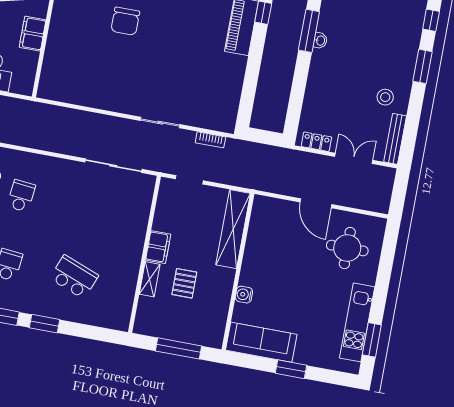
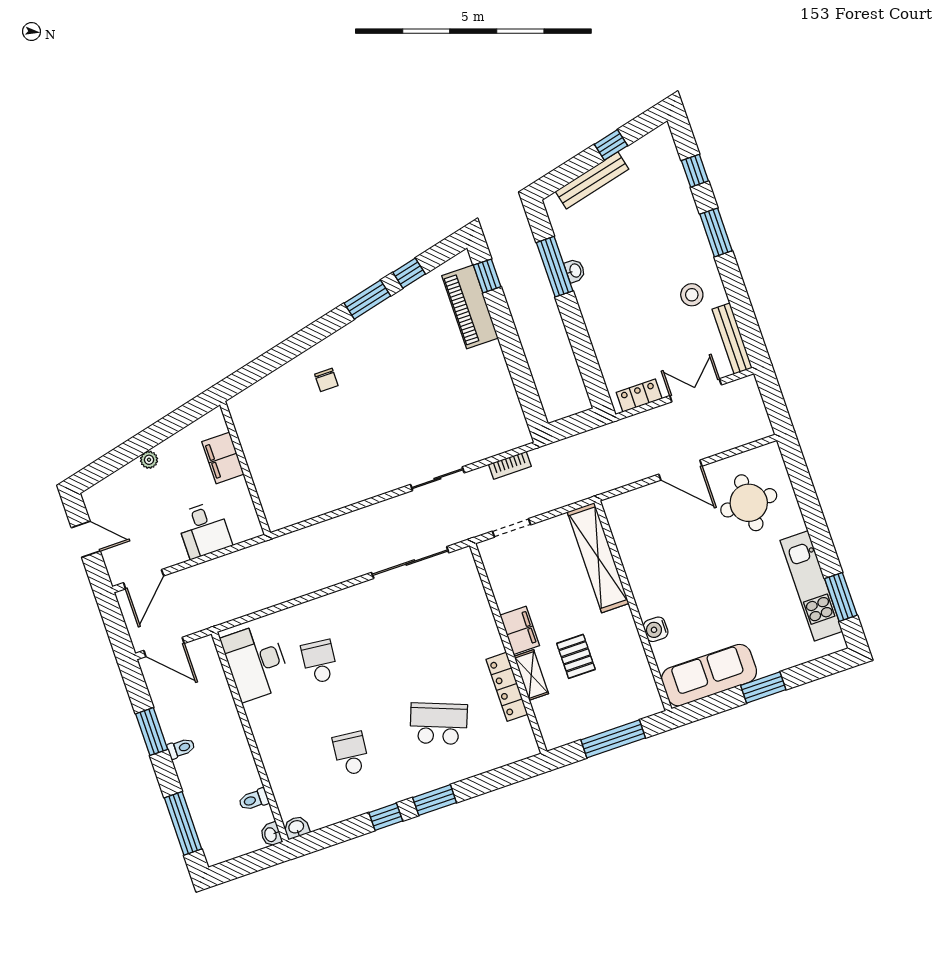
chair: (125, 21) -> (326, 380), width x0.54, depth x0.54
locker: (130, 278) -> (507, 687), added

